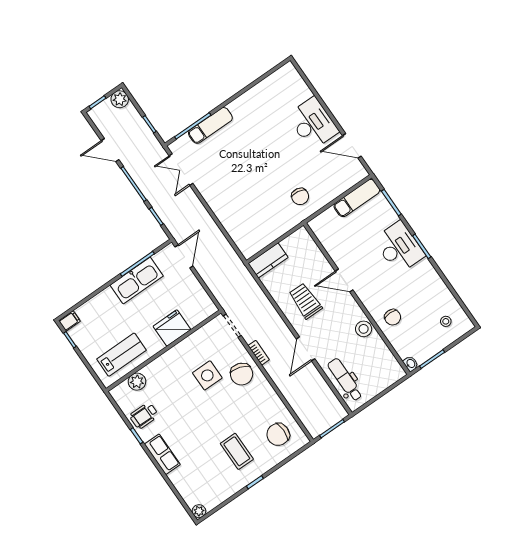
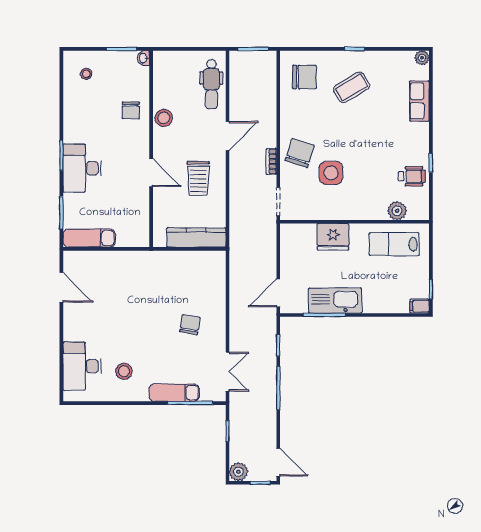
stool: (260, 115) -> (124, 371), added
desk: (313, 123) -> (82, 366), moved
door: (110, 150) -> (278, 462), moved
chair: (300, 196) -> (190, 324), moved
kitchen counter: (268, 260) -> (196, 237), width x1.50
chair: (393, 317) -> (131, 110), turned 180
coffee table: (237, 451) -> (352, 87), turned 59
row of seats: (162, 454) -> (419, 101), moved

